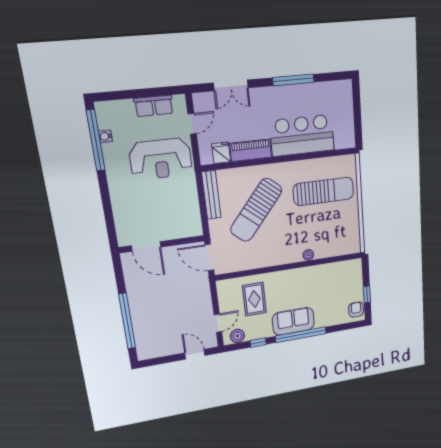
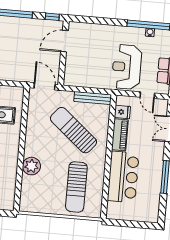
plant: (308, 255) -> (31, 166), width x1.88, depth x1.88
door: (209, 257) -> (45, 86), hinge flipped
window: (118, 269) -> (52, 17), added

